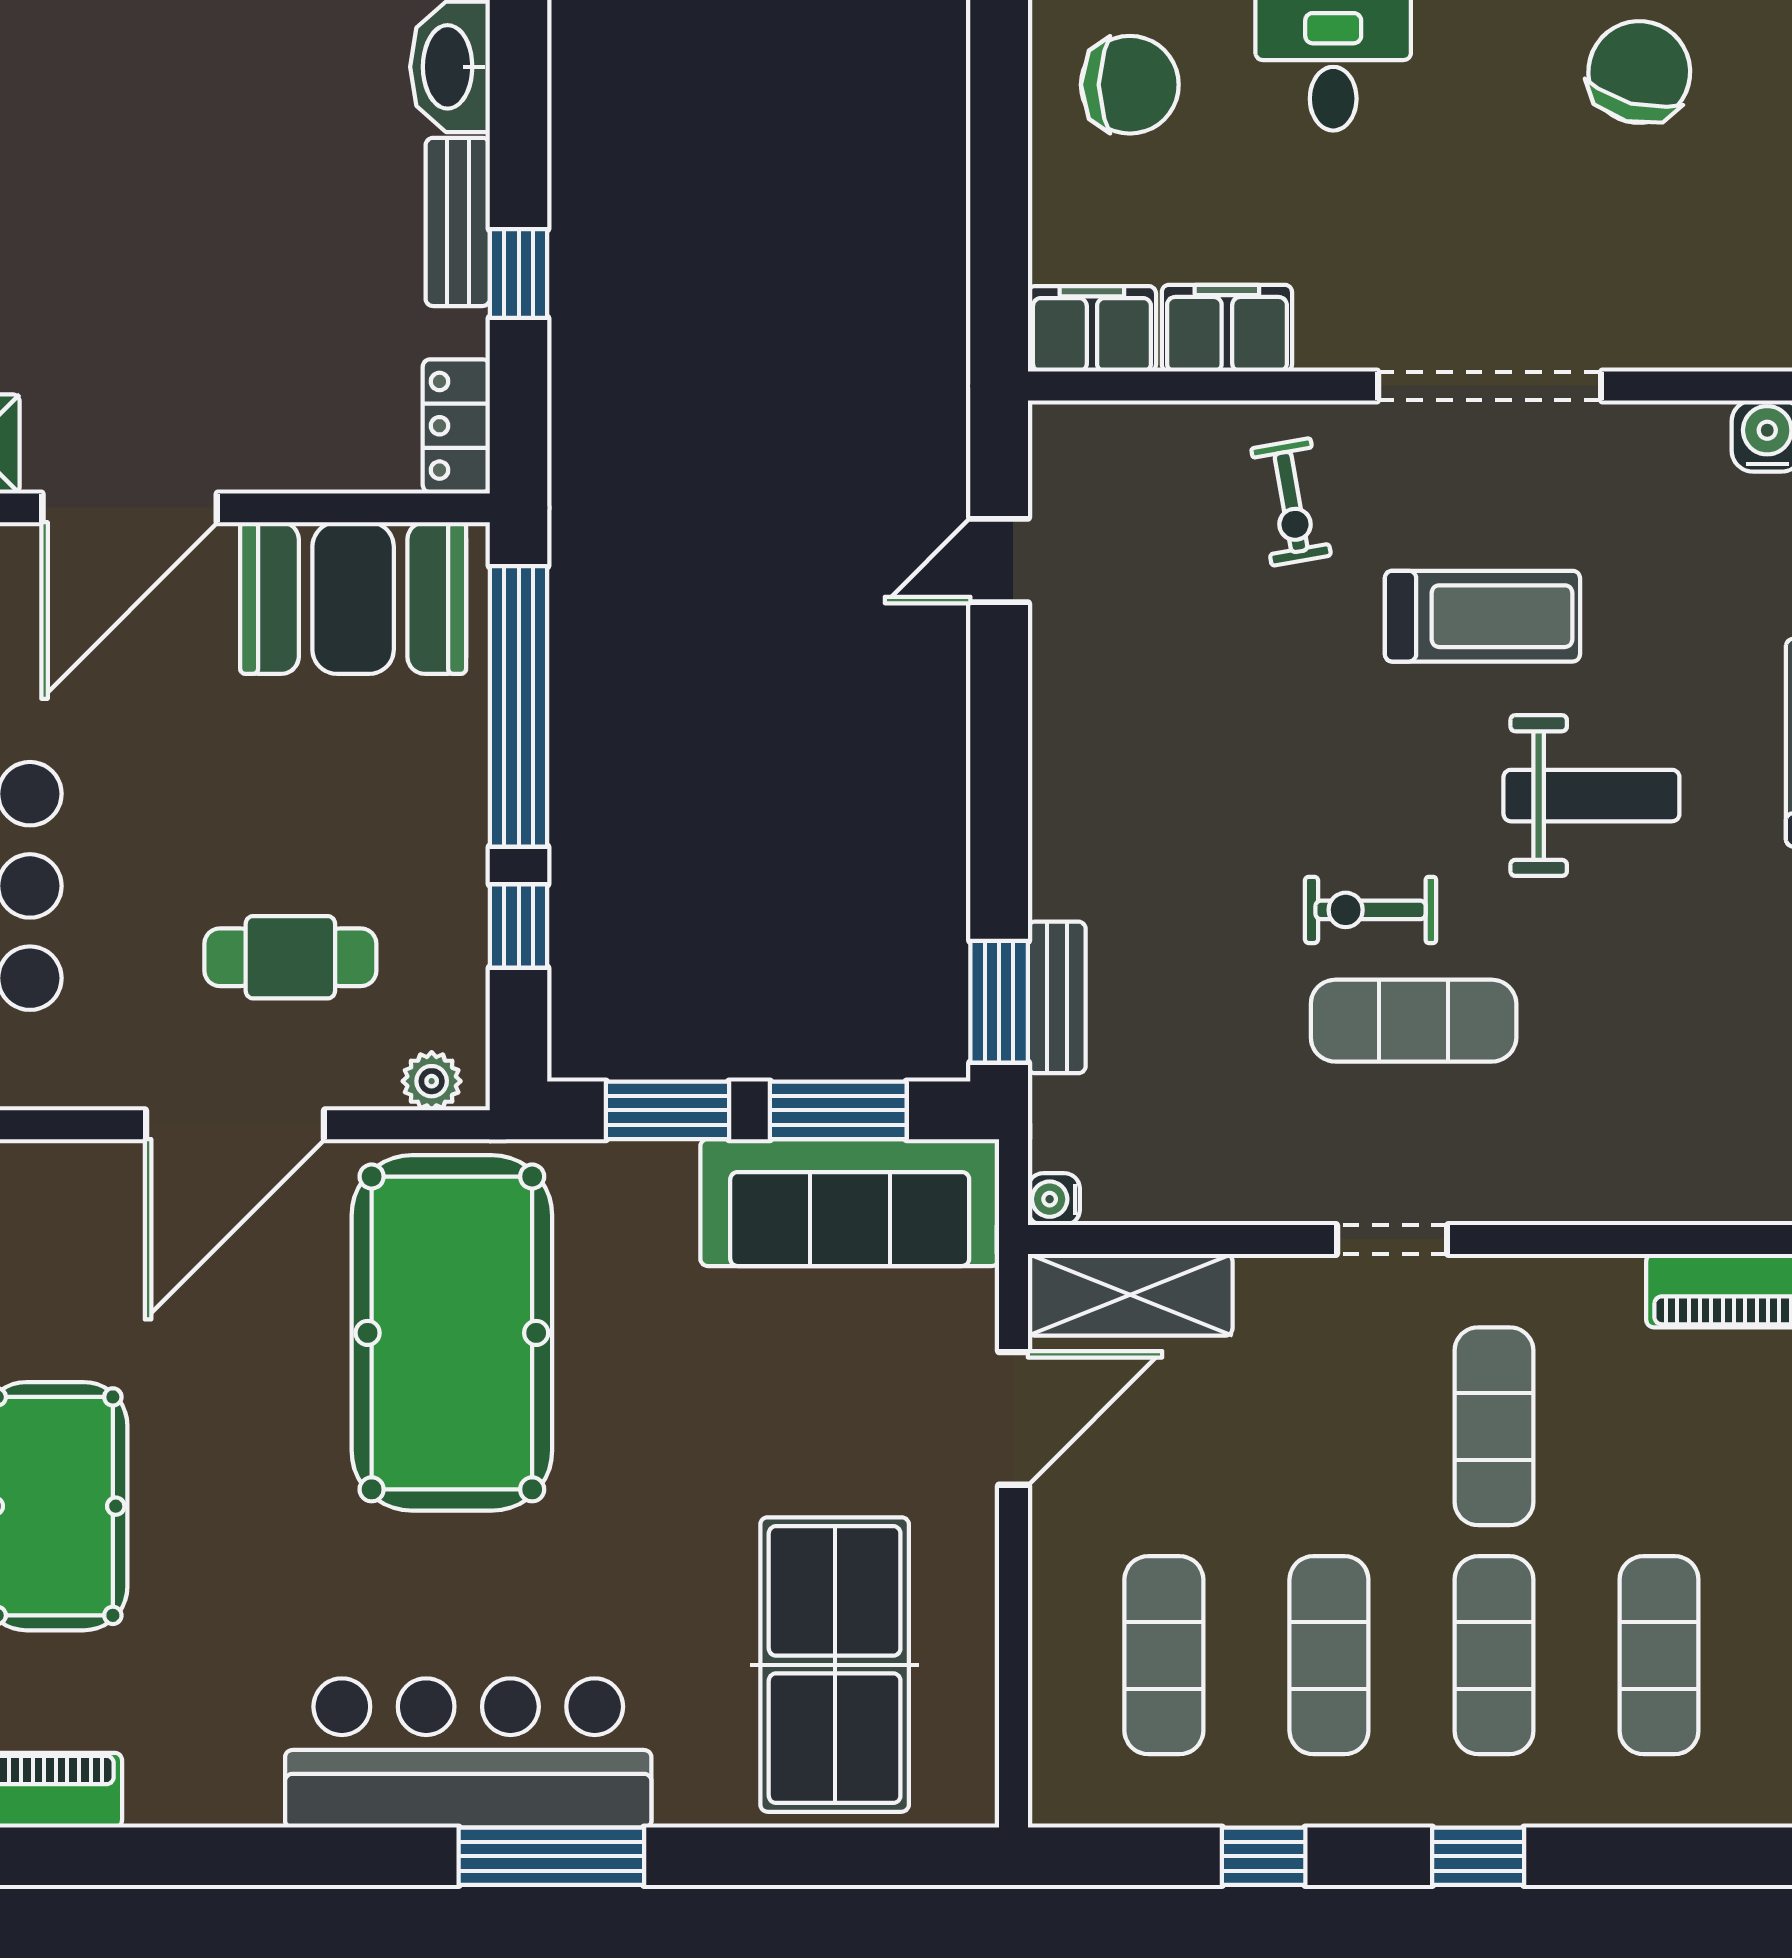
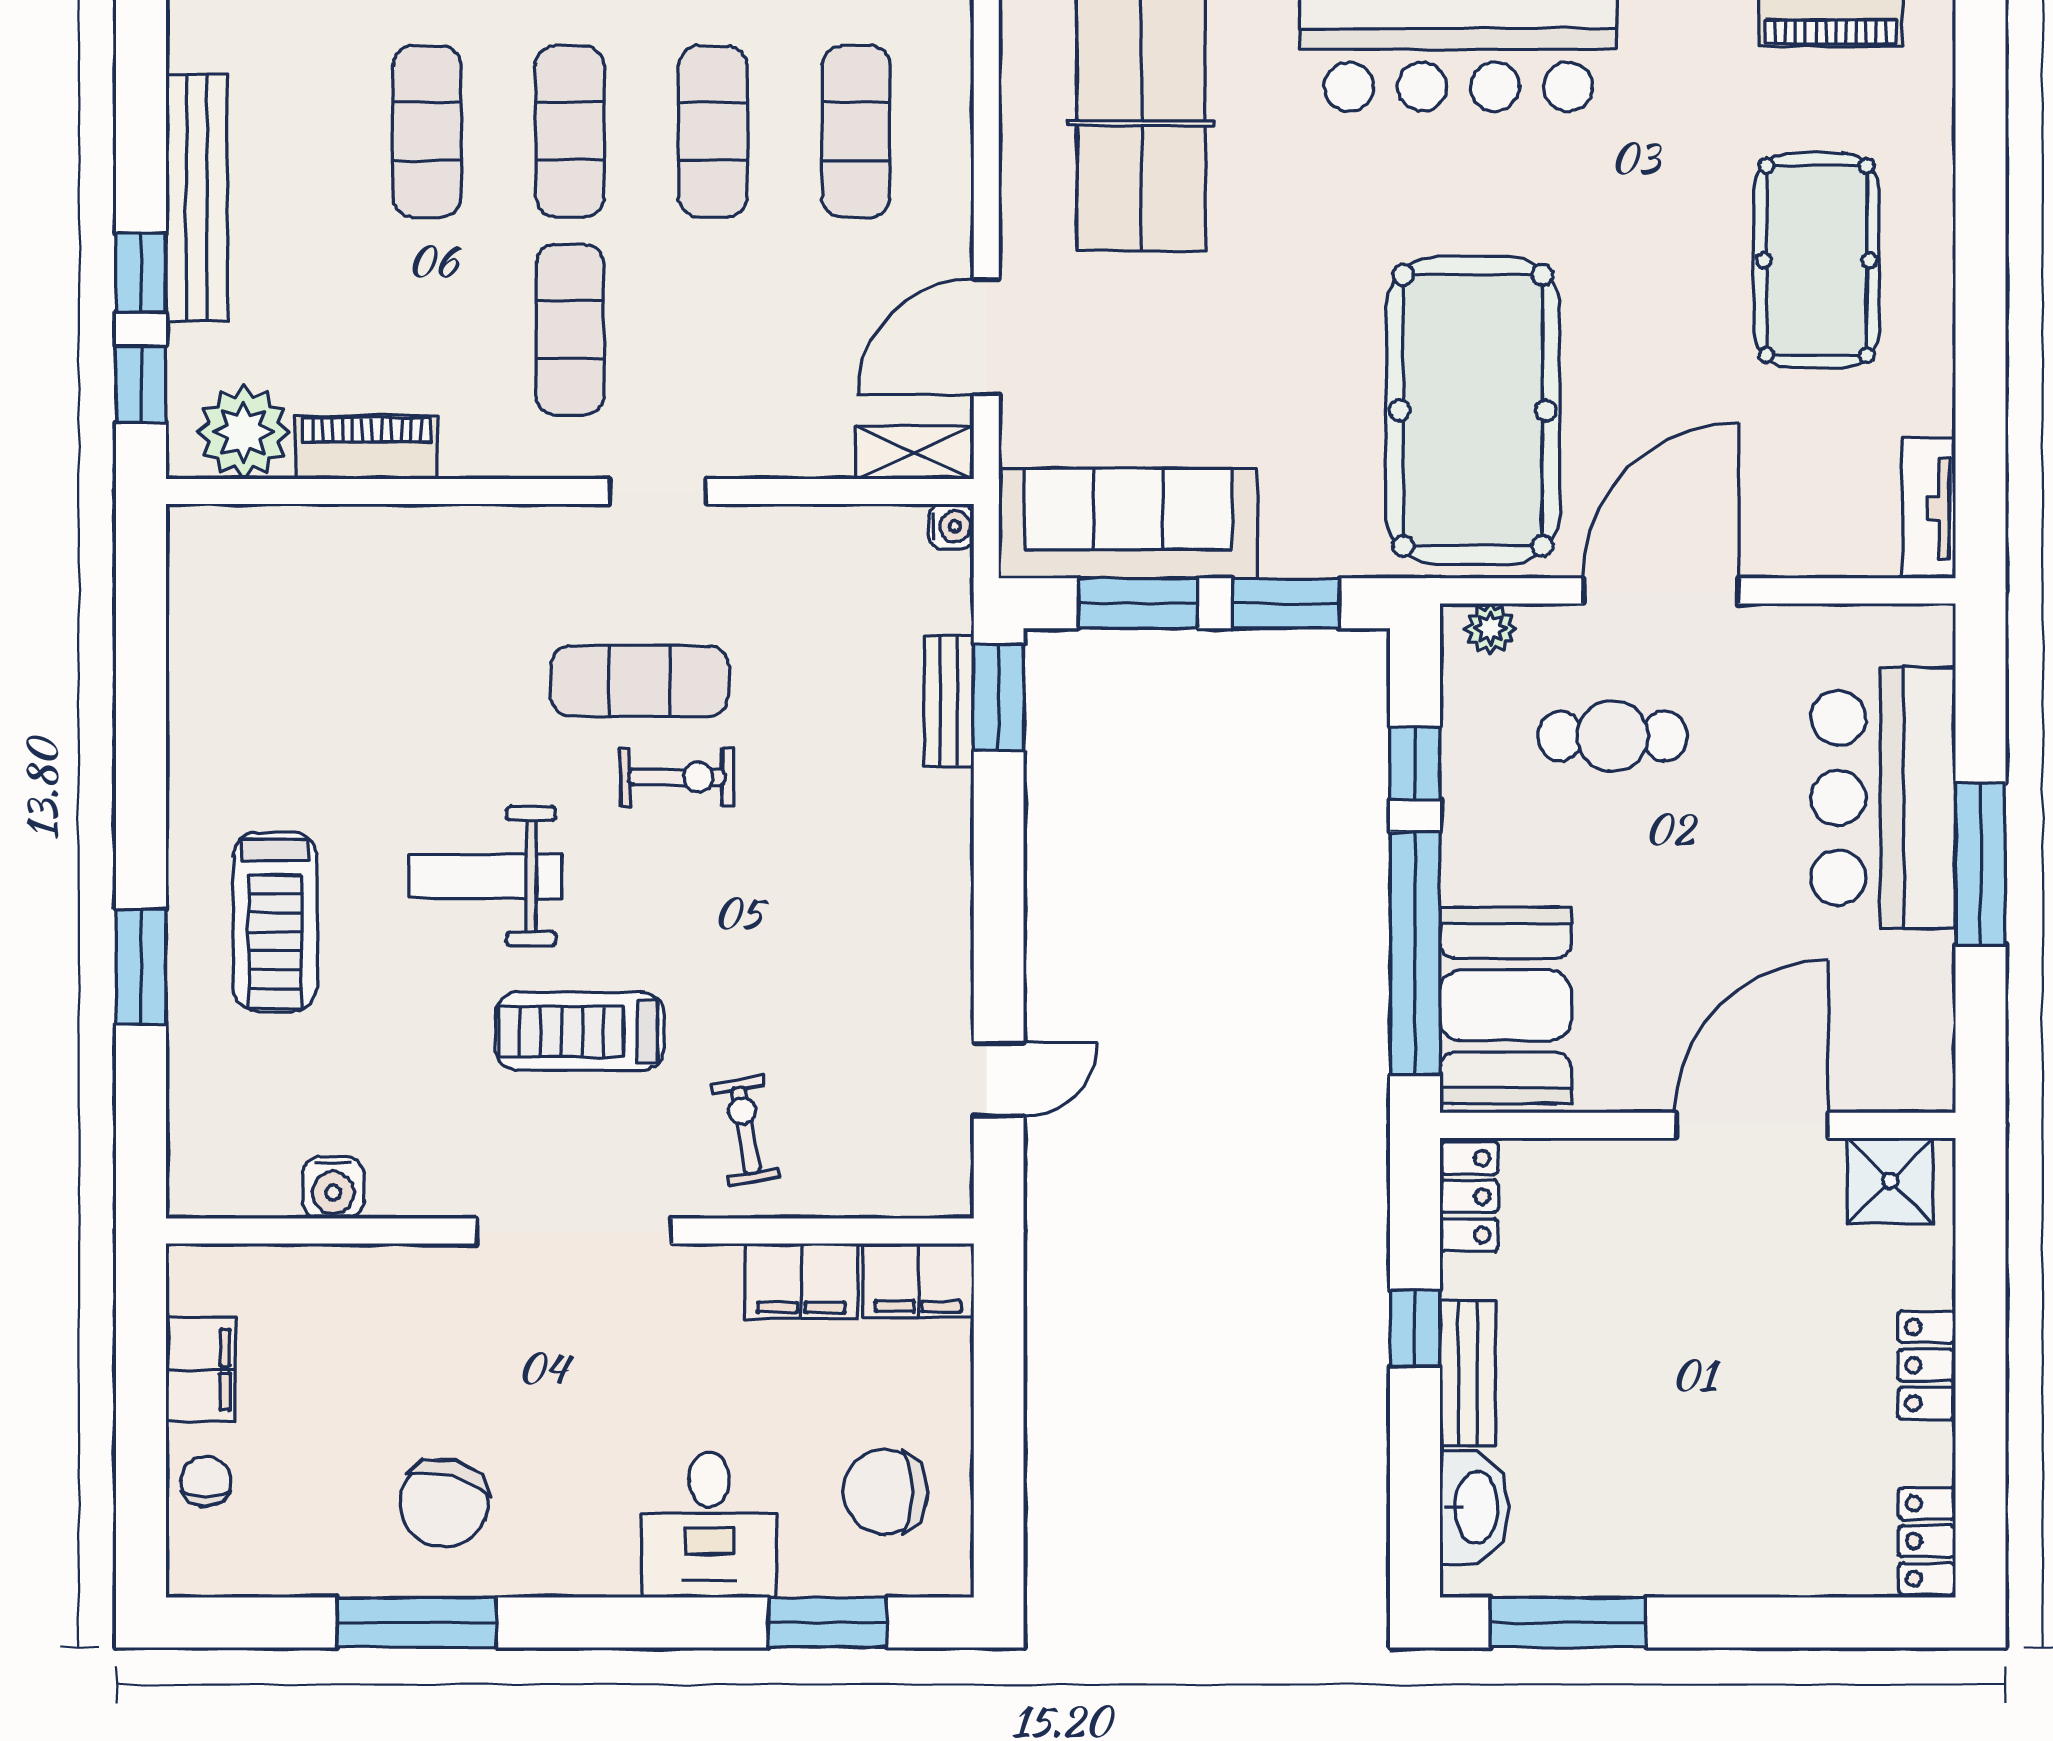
booth: (353, 598) -> (1506, 1005), moved, turned 90
shelving: (1130, 1295) -> (915, 452), width x0.67, depth x0.75

